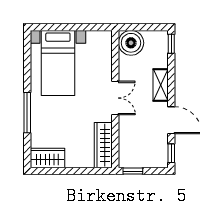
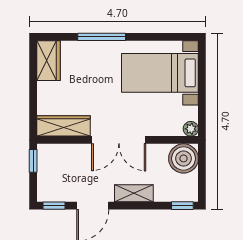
plant: (106, 37) -> (191, 129), added
double door: (115, 98) -> (119, 140), width x1.37

